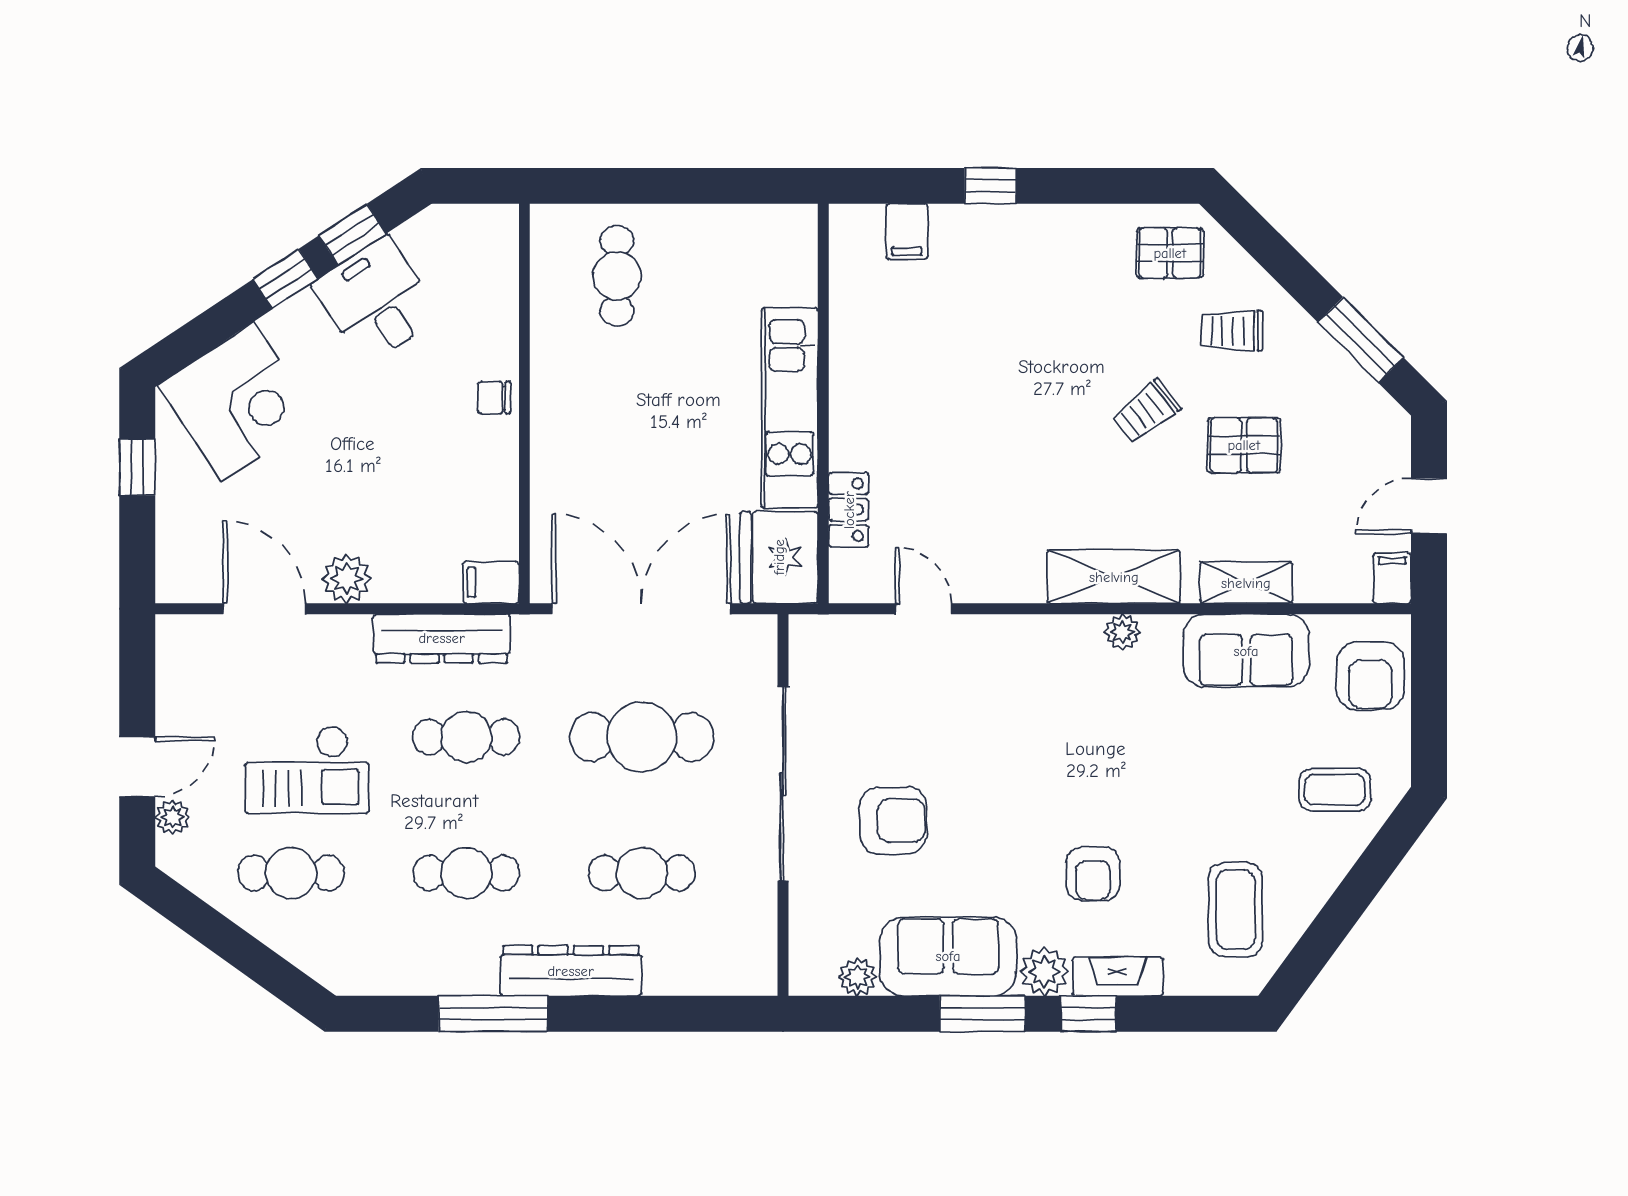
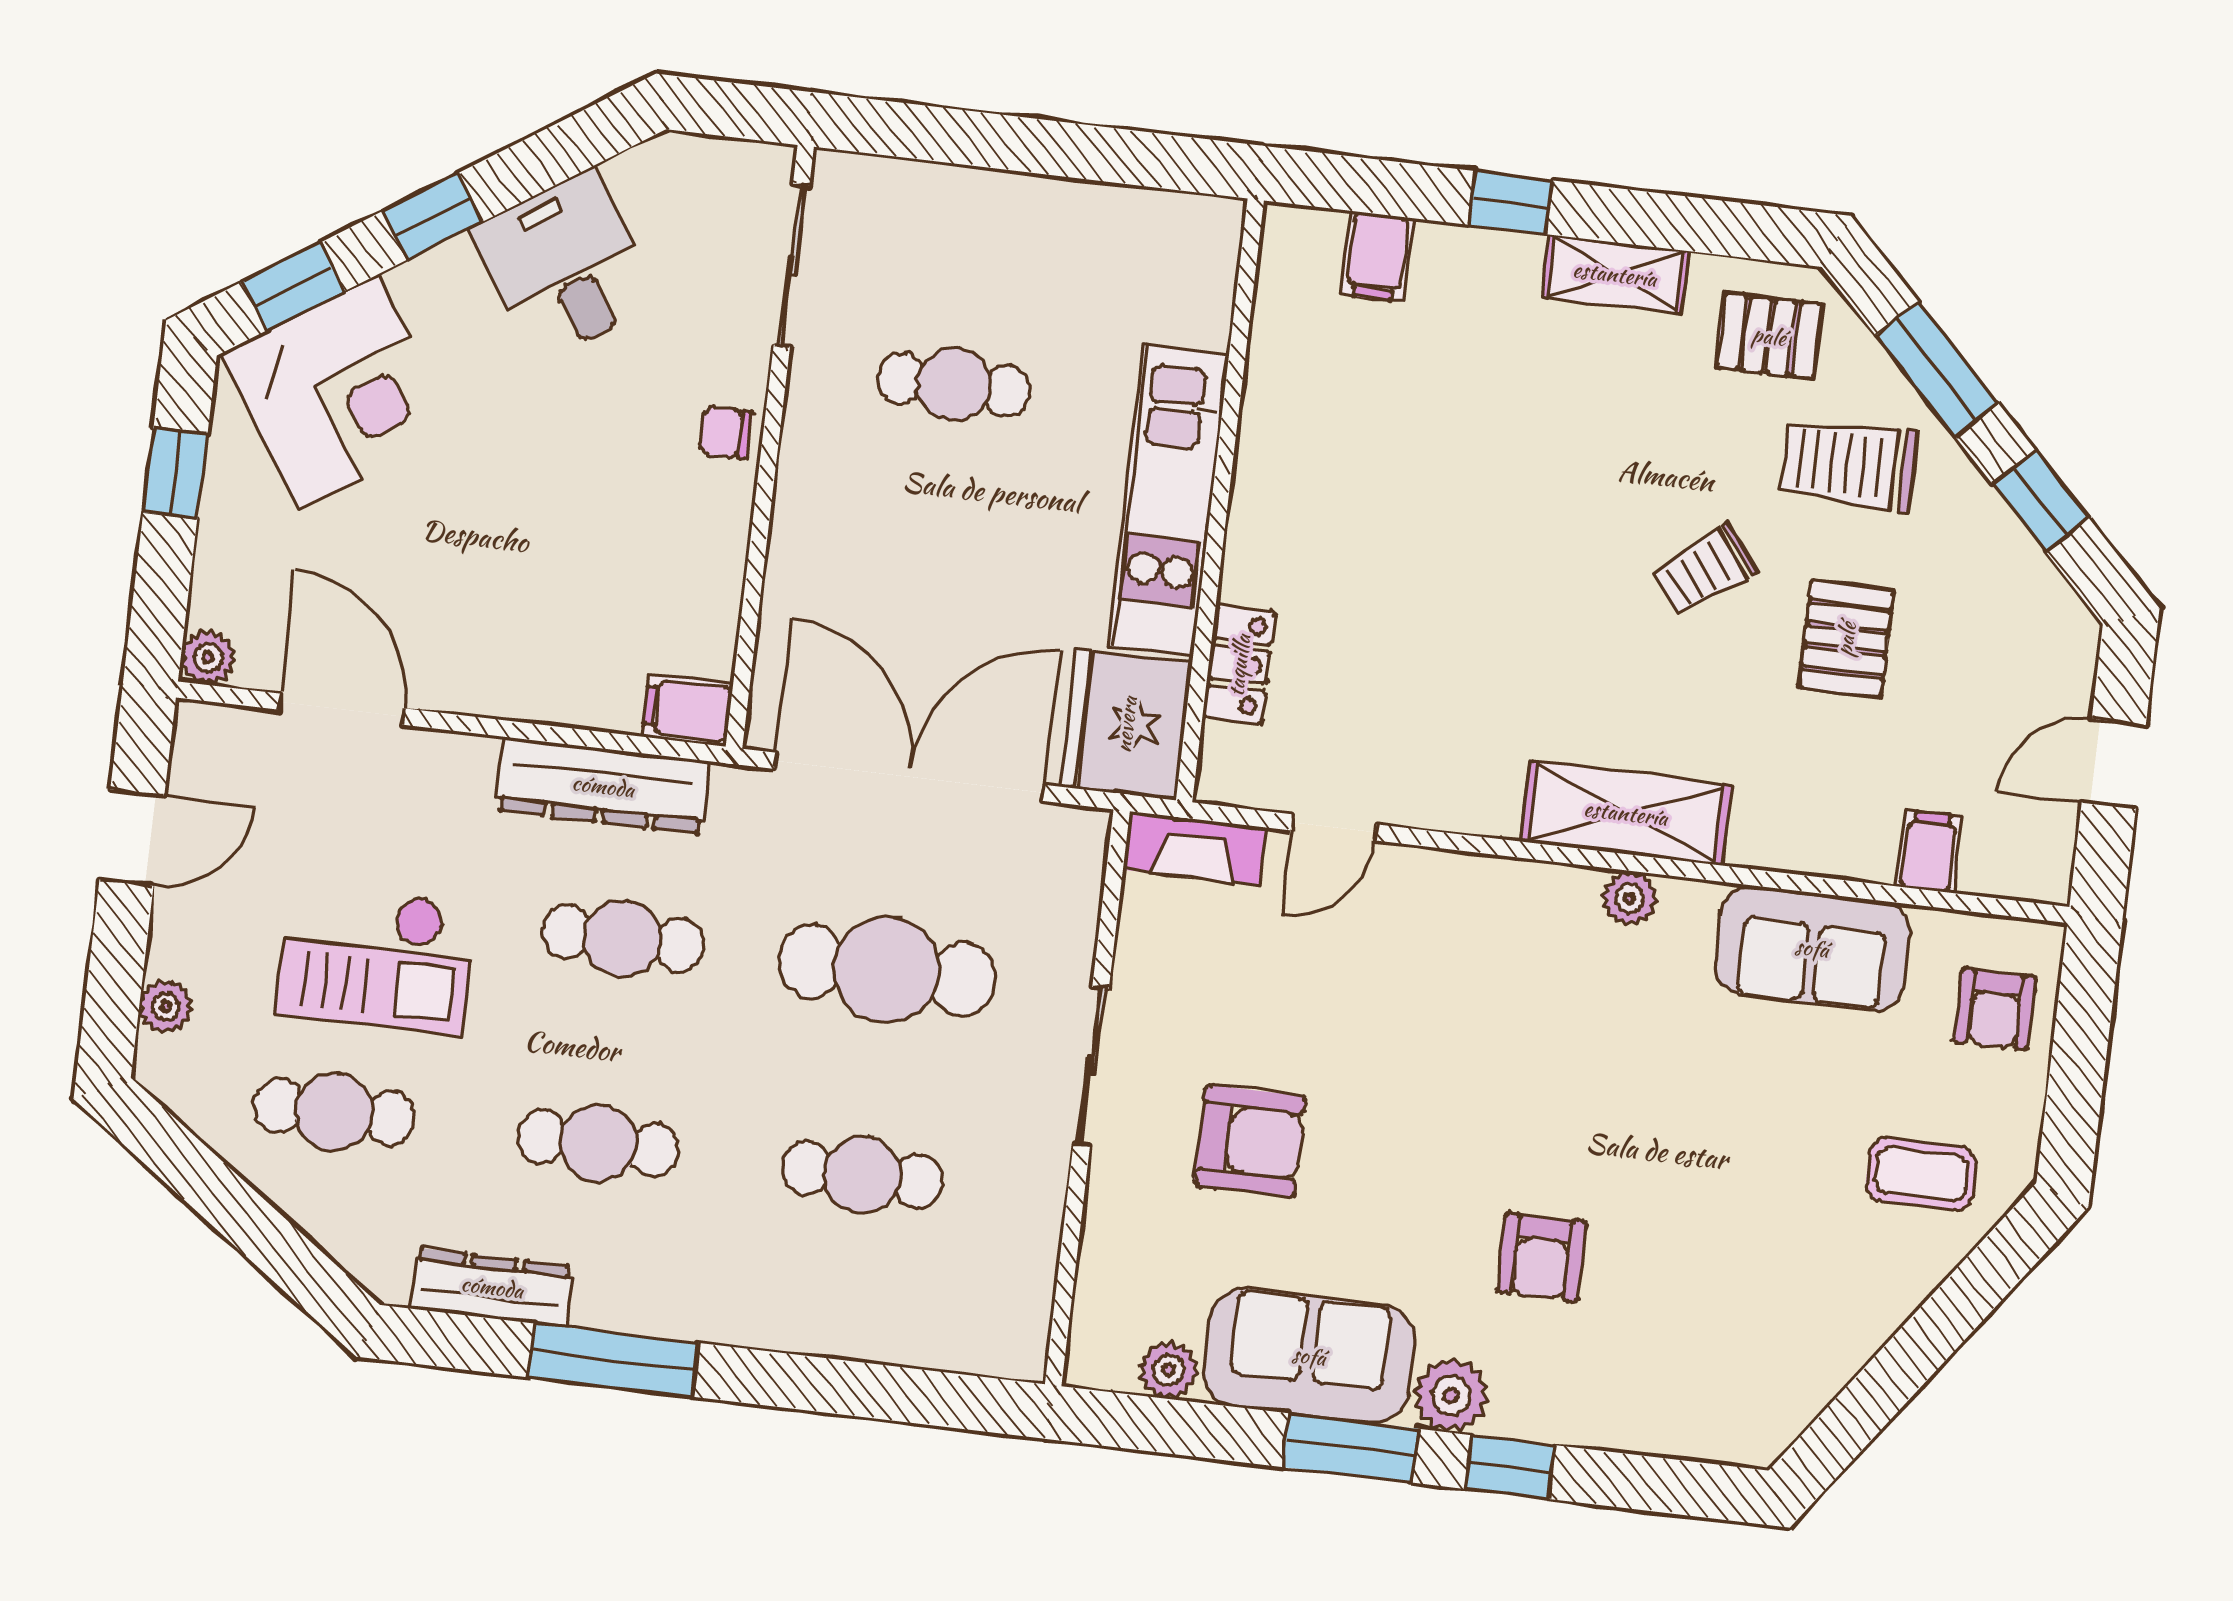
window: (353, 235) -> (294, 286), moved
window: (1282, 262) -> (1937, 369), added
cafe table: (617, 276) -> (954, 385), moved, turned 90
sliding door: (524, 283) -> (792, 265), added
trolley: (1232, 331) -> (1849, 464), width x1.36, depth x1.39
window: (1361, 340) -> (2041, 501), width x0.67
pallet: (1244, 445) -> (1846, 639), turned 90
filing cabinet: (1392, 578) -> (1929, 852), moved
plant: (347, 579) -> (208, 658), moved, width x0.73, depth x0.73
shelving: (1246, 583) -> (1615, 274), moved
door: (923, 609) -> (1334, 827), swing flipped
armchair: (1370, 676) -> (1995, 1009), width x0.72, depth x0.72
door: (137, 767) -> (132, 837), moved
sliding door: (783, 784) -> (1091, 1066), width x0.54
coffee table: (1236, 910) -> (1750, 1337), removed
dresser: (571, 971) -> (492, 1287), moved, width x0.73, depth x0.80
fireplace: (1118, 977) -> (1194, 849), moved, turned 180

